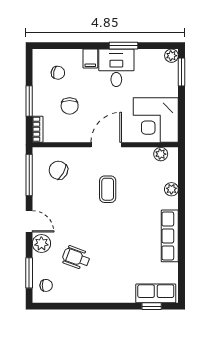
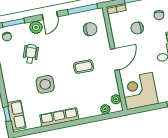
door: (106, 145) -> (115, 59), hinge flipped
chair: (58, 170) -> (90, 29), turned 60
plant: (171, 189) -> (105, 109), moved
side table: (121, 246) -> (45, 84), added

